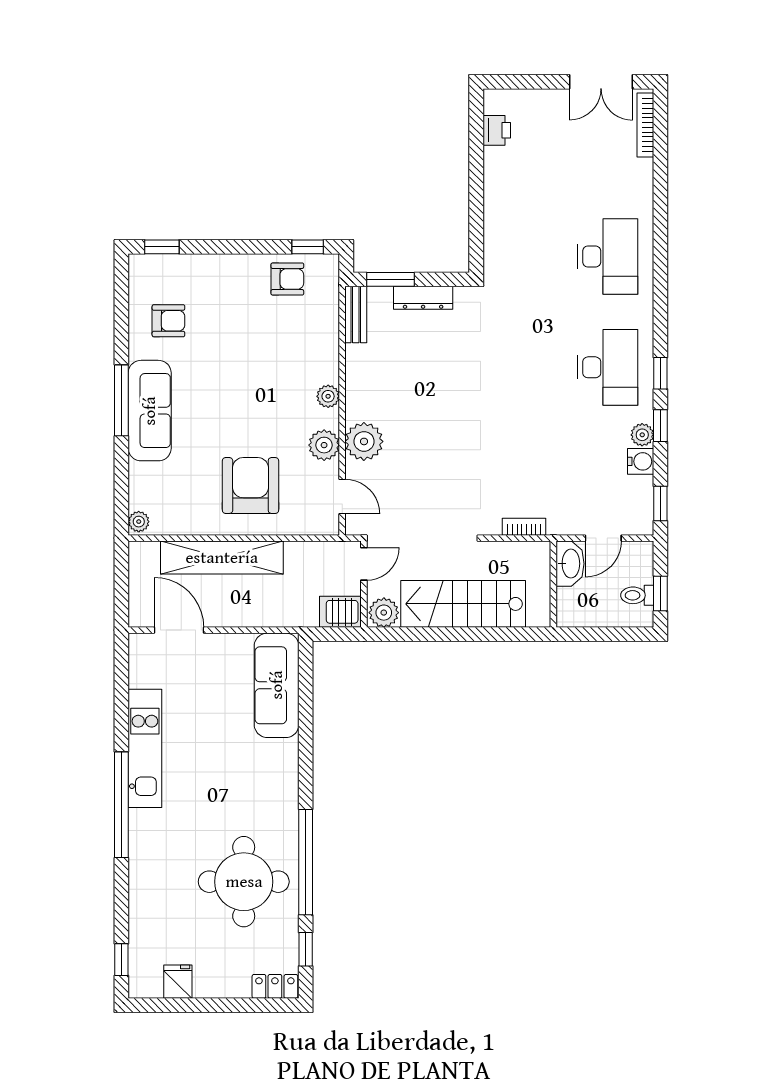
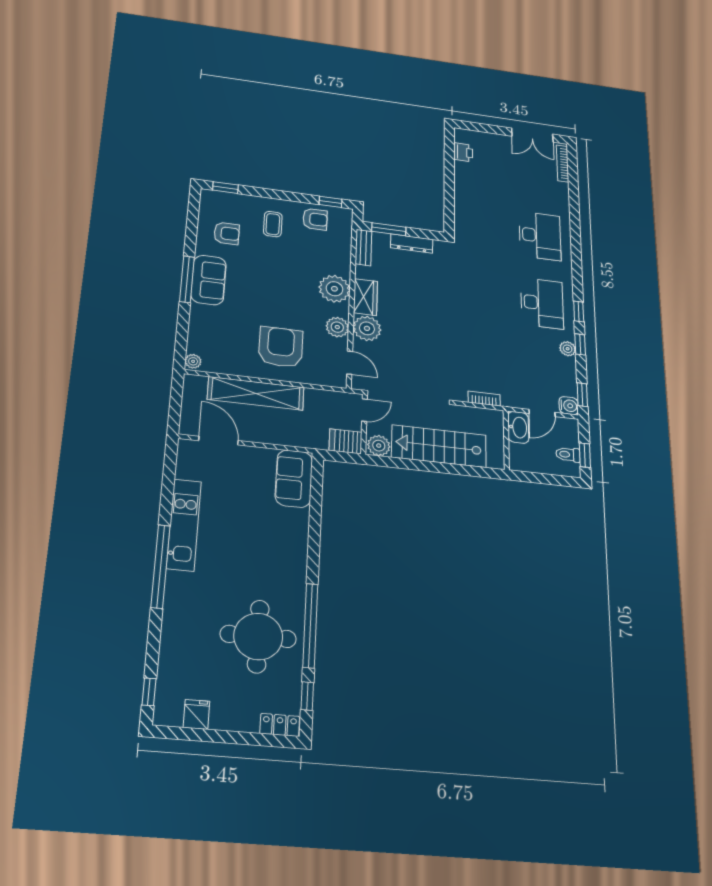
coffee table: (230, 296) -> (273, 224), added
wardrobe: (361, 393) -> (365, 297), added
plant: (328, 396) -> (334, 289), width x1.88, depth x1.88
sofa: (150, 411) -> (209, 280), width x0.73
water cooler: (641, 461) -> (569, 406), moved
sofa: (277, 685) -> (294, 479), width x0.73

